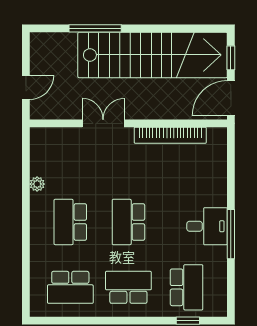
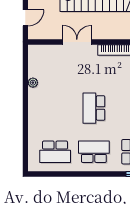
school desk: (70, 222) -> (55, 108), removed

